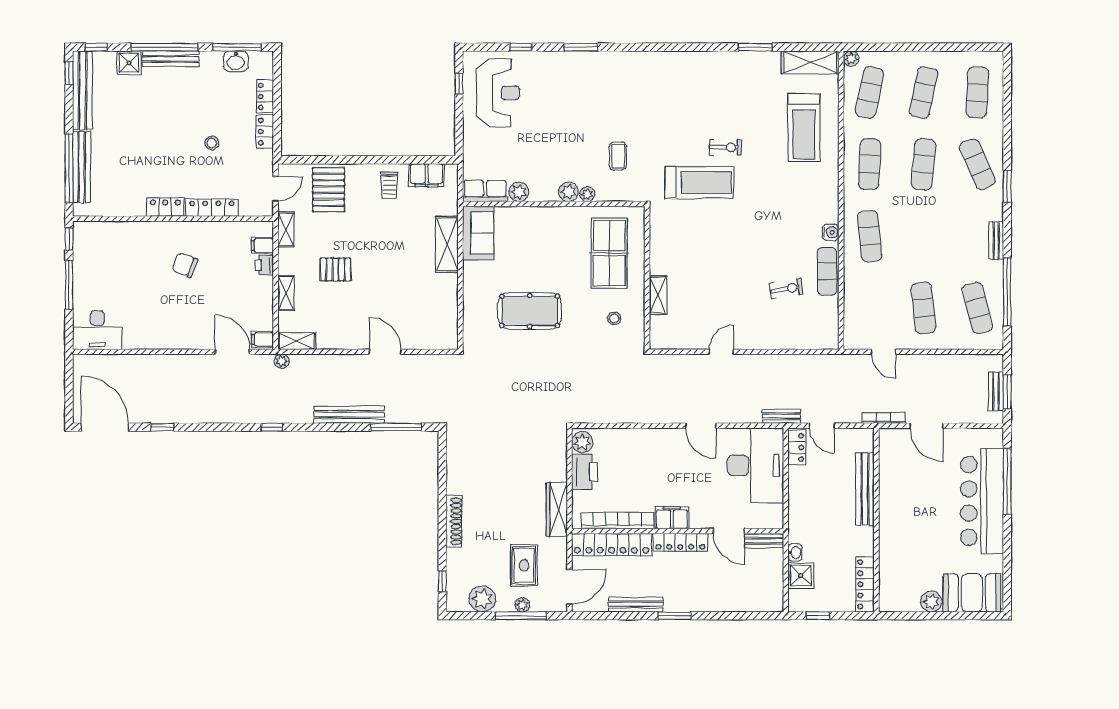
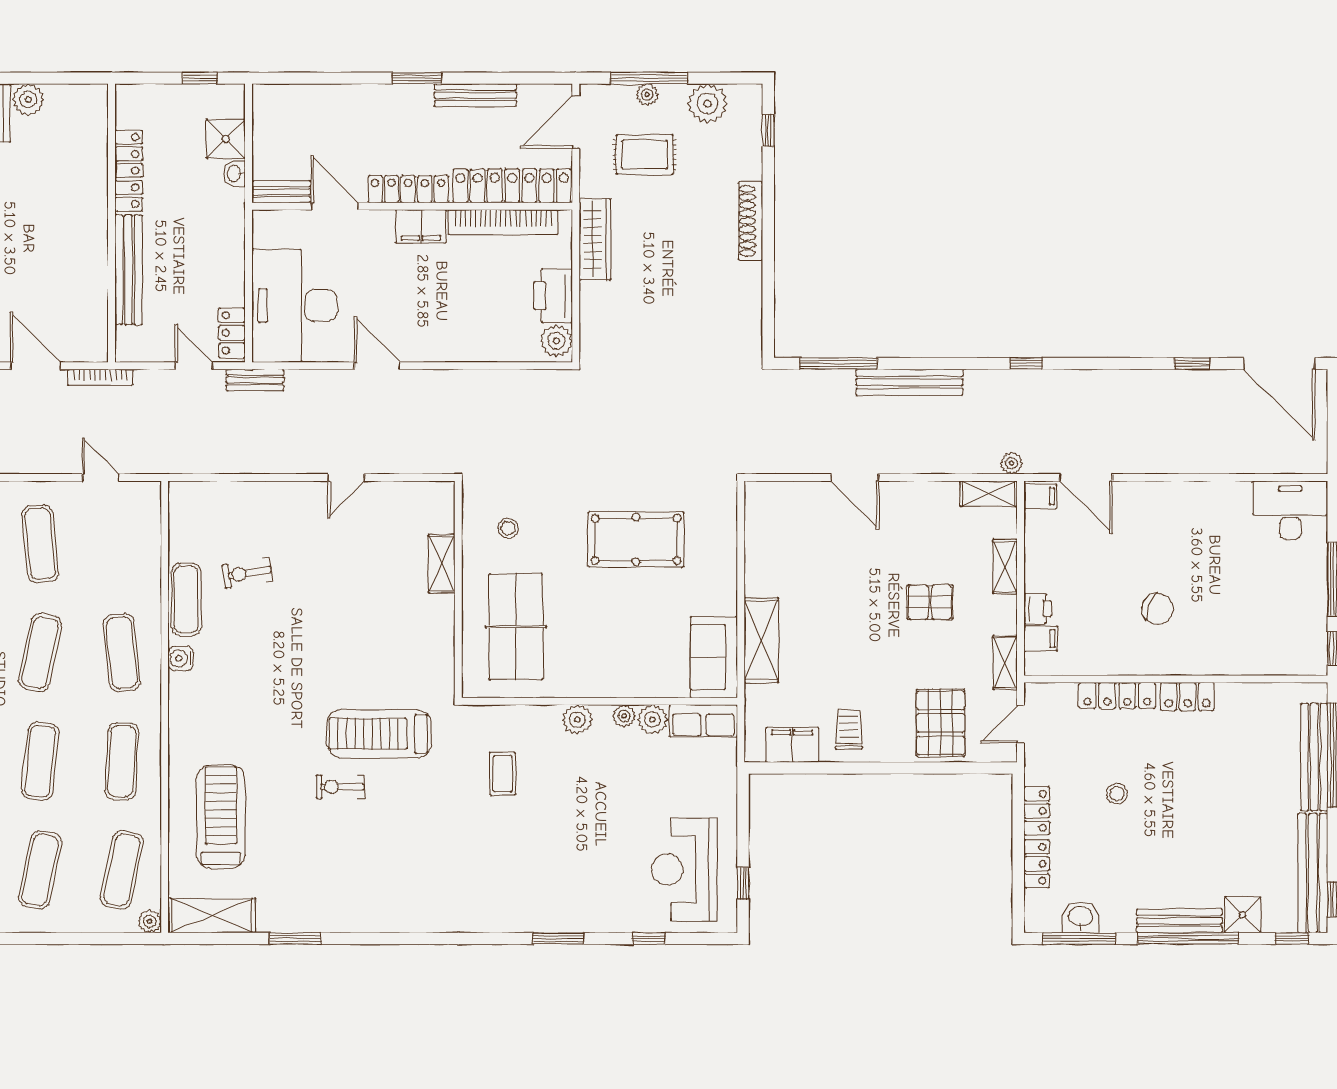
plant: (587, 194) -> (624, 716), moved
exercise mat: (923, 236) -> (40, 653), added
rug: (524, 565) -> (645, 155), turned 90
locker: (865, 584) -> (129, 171), moved

